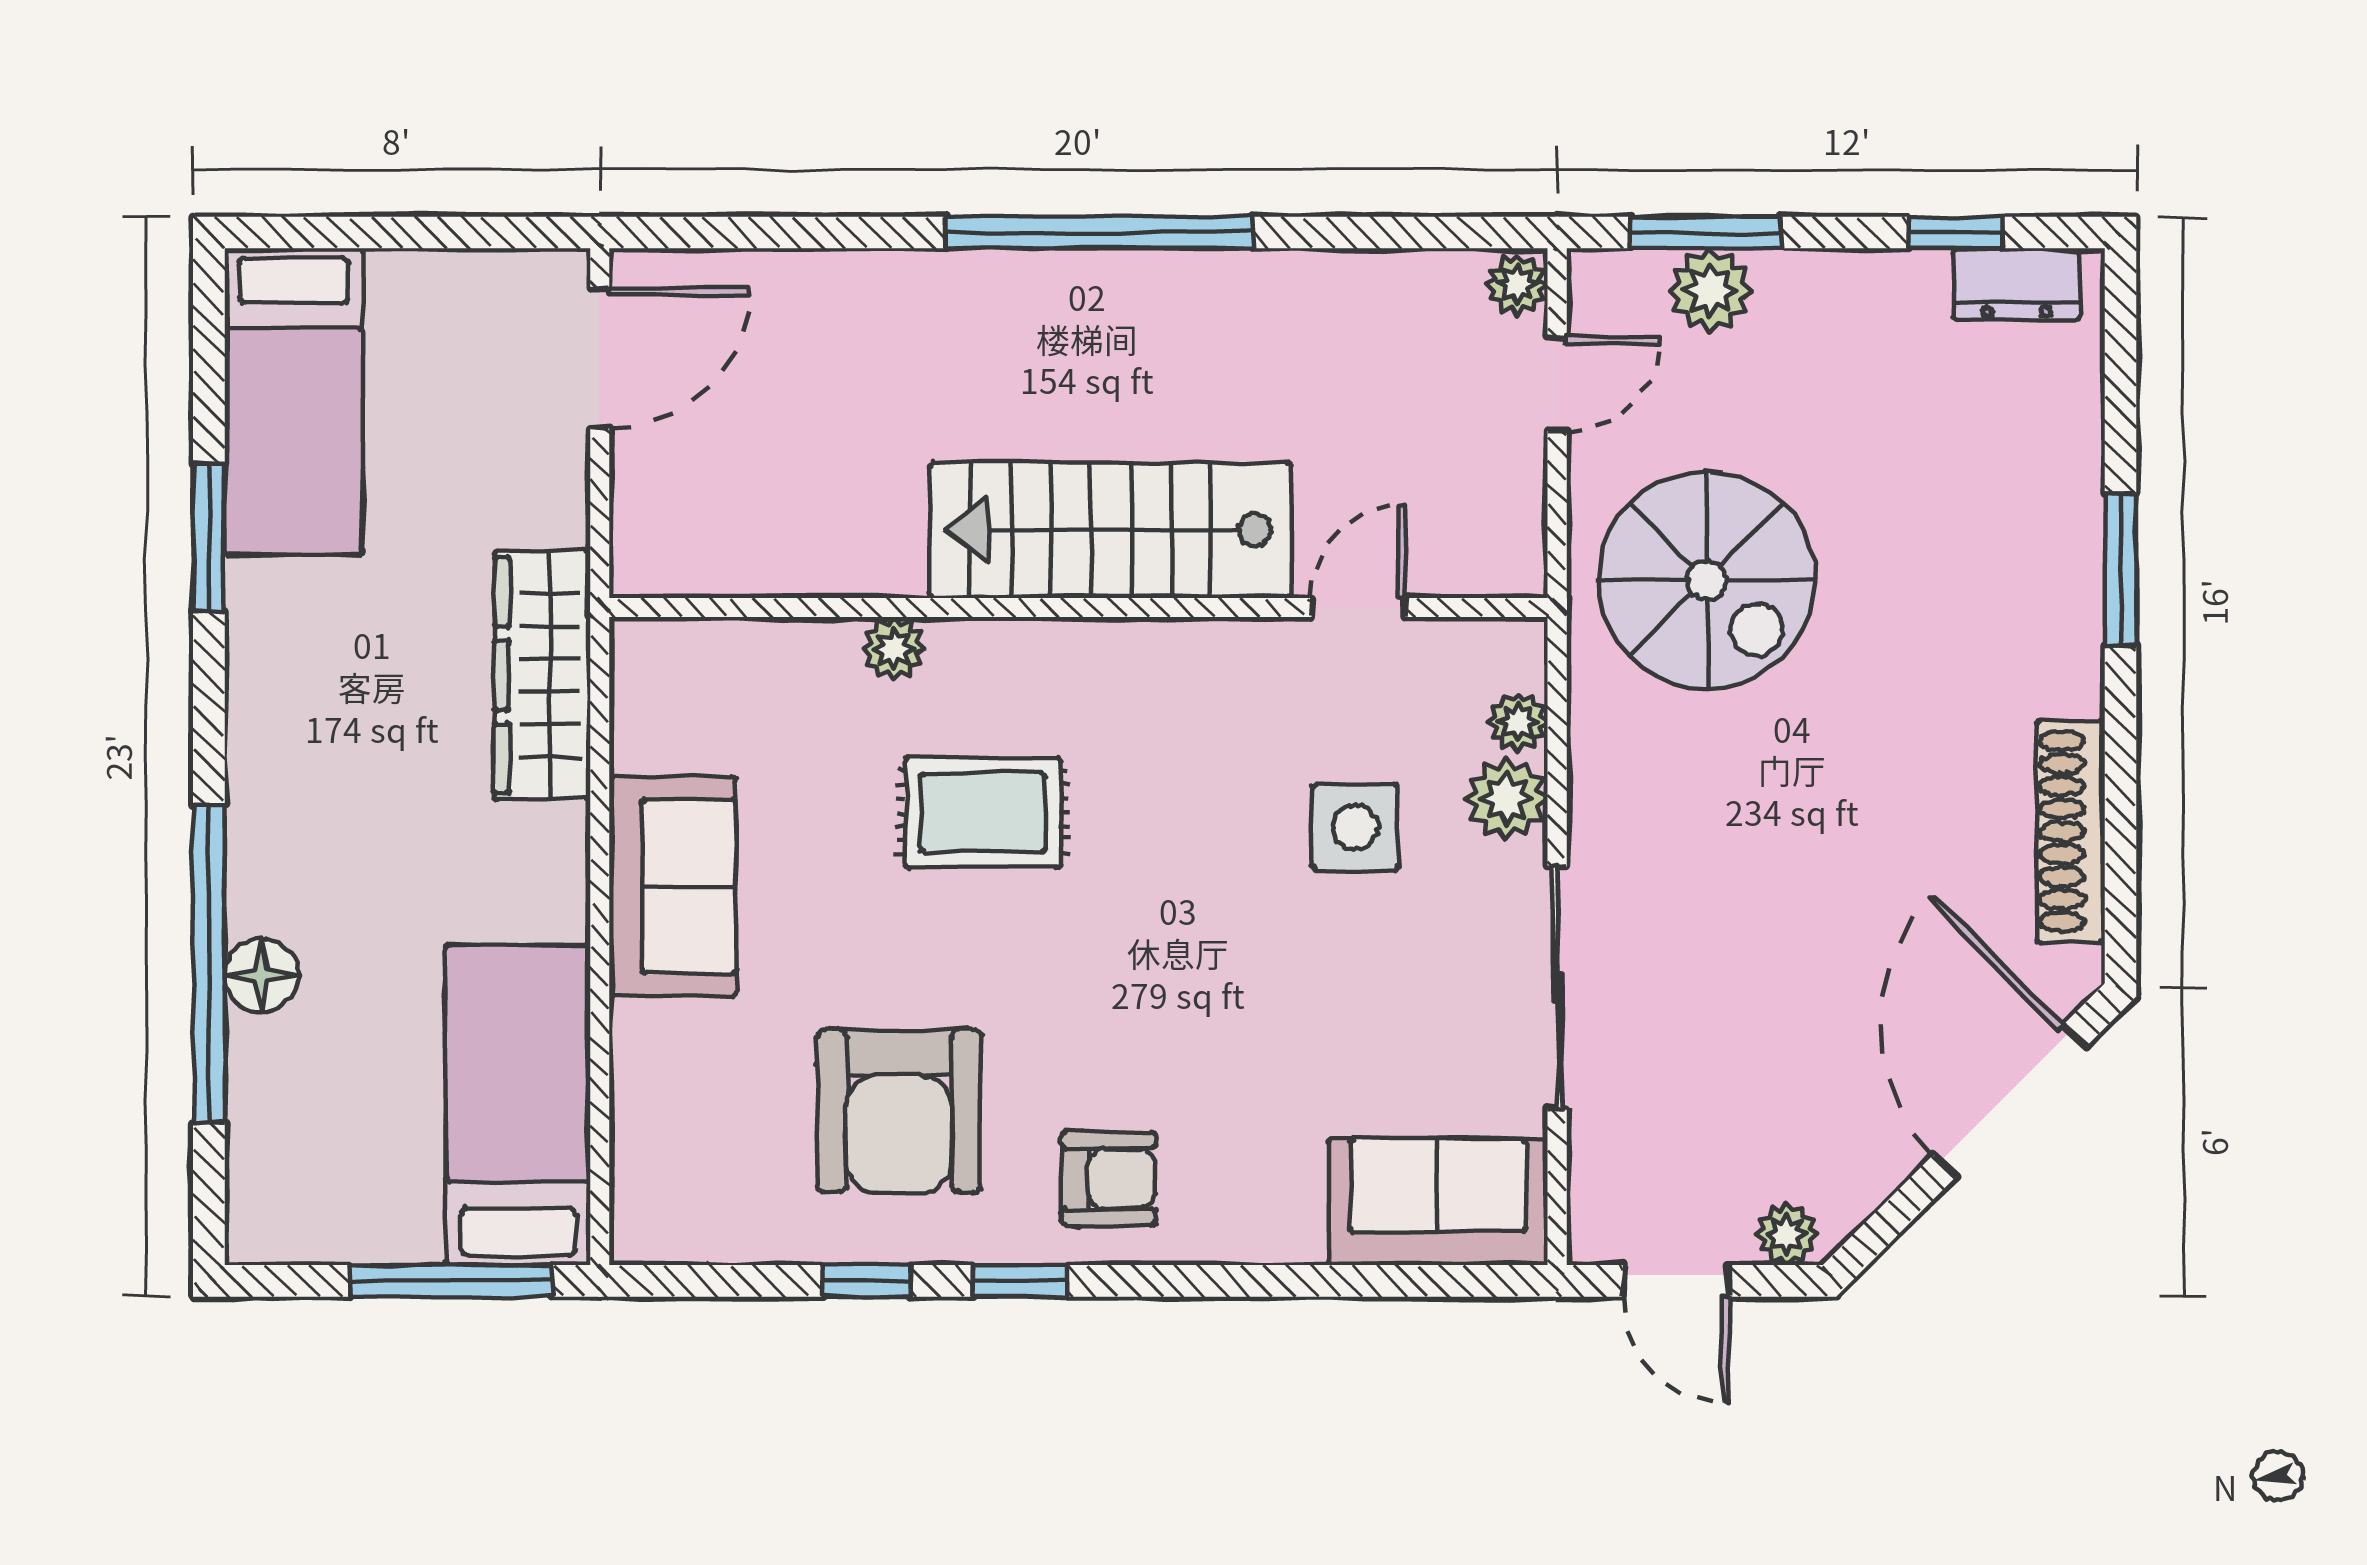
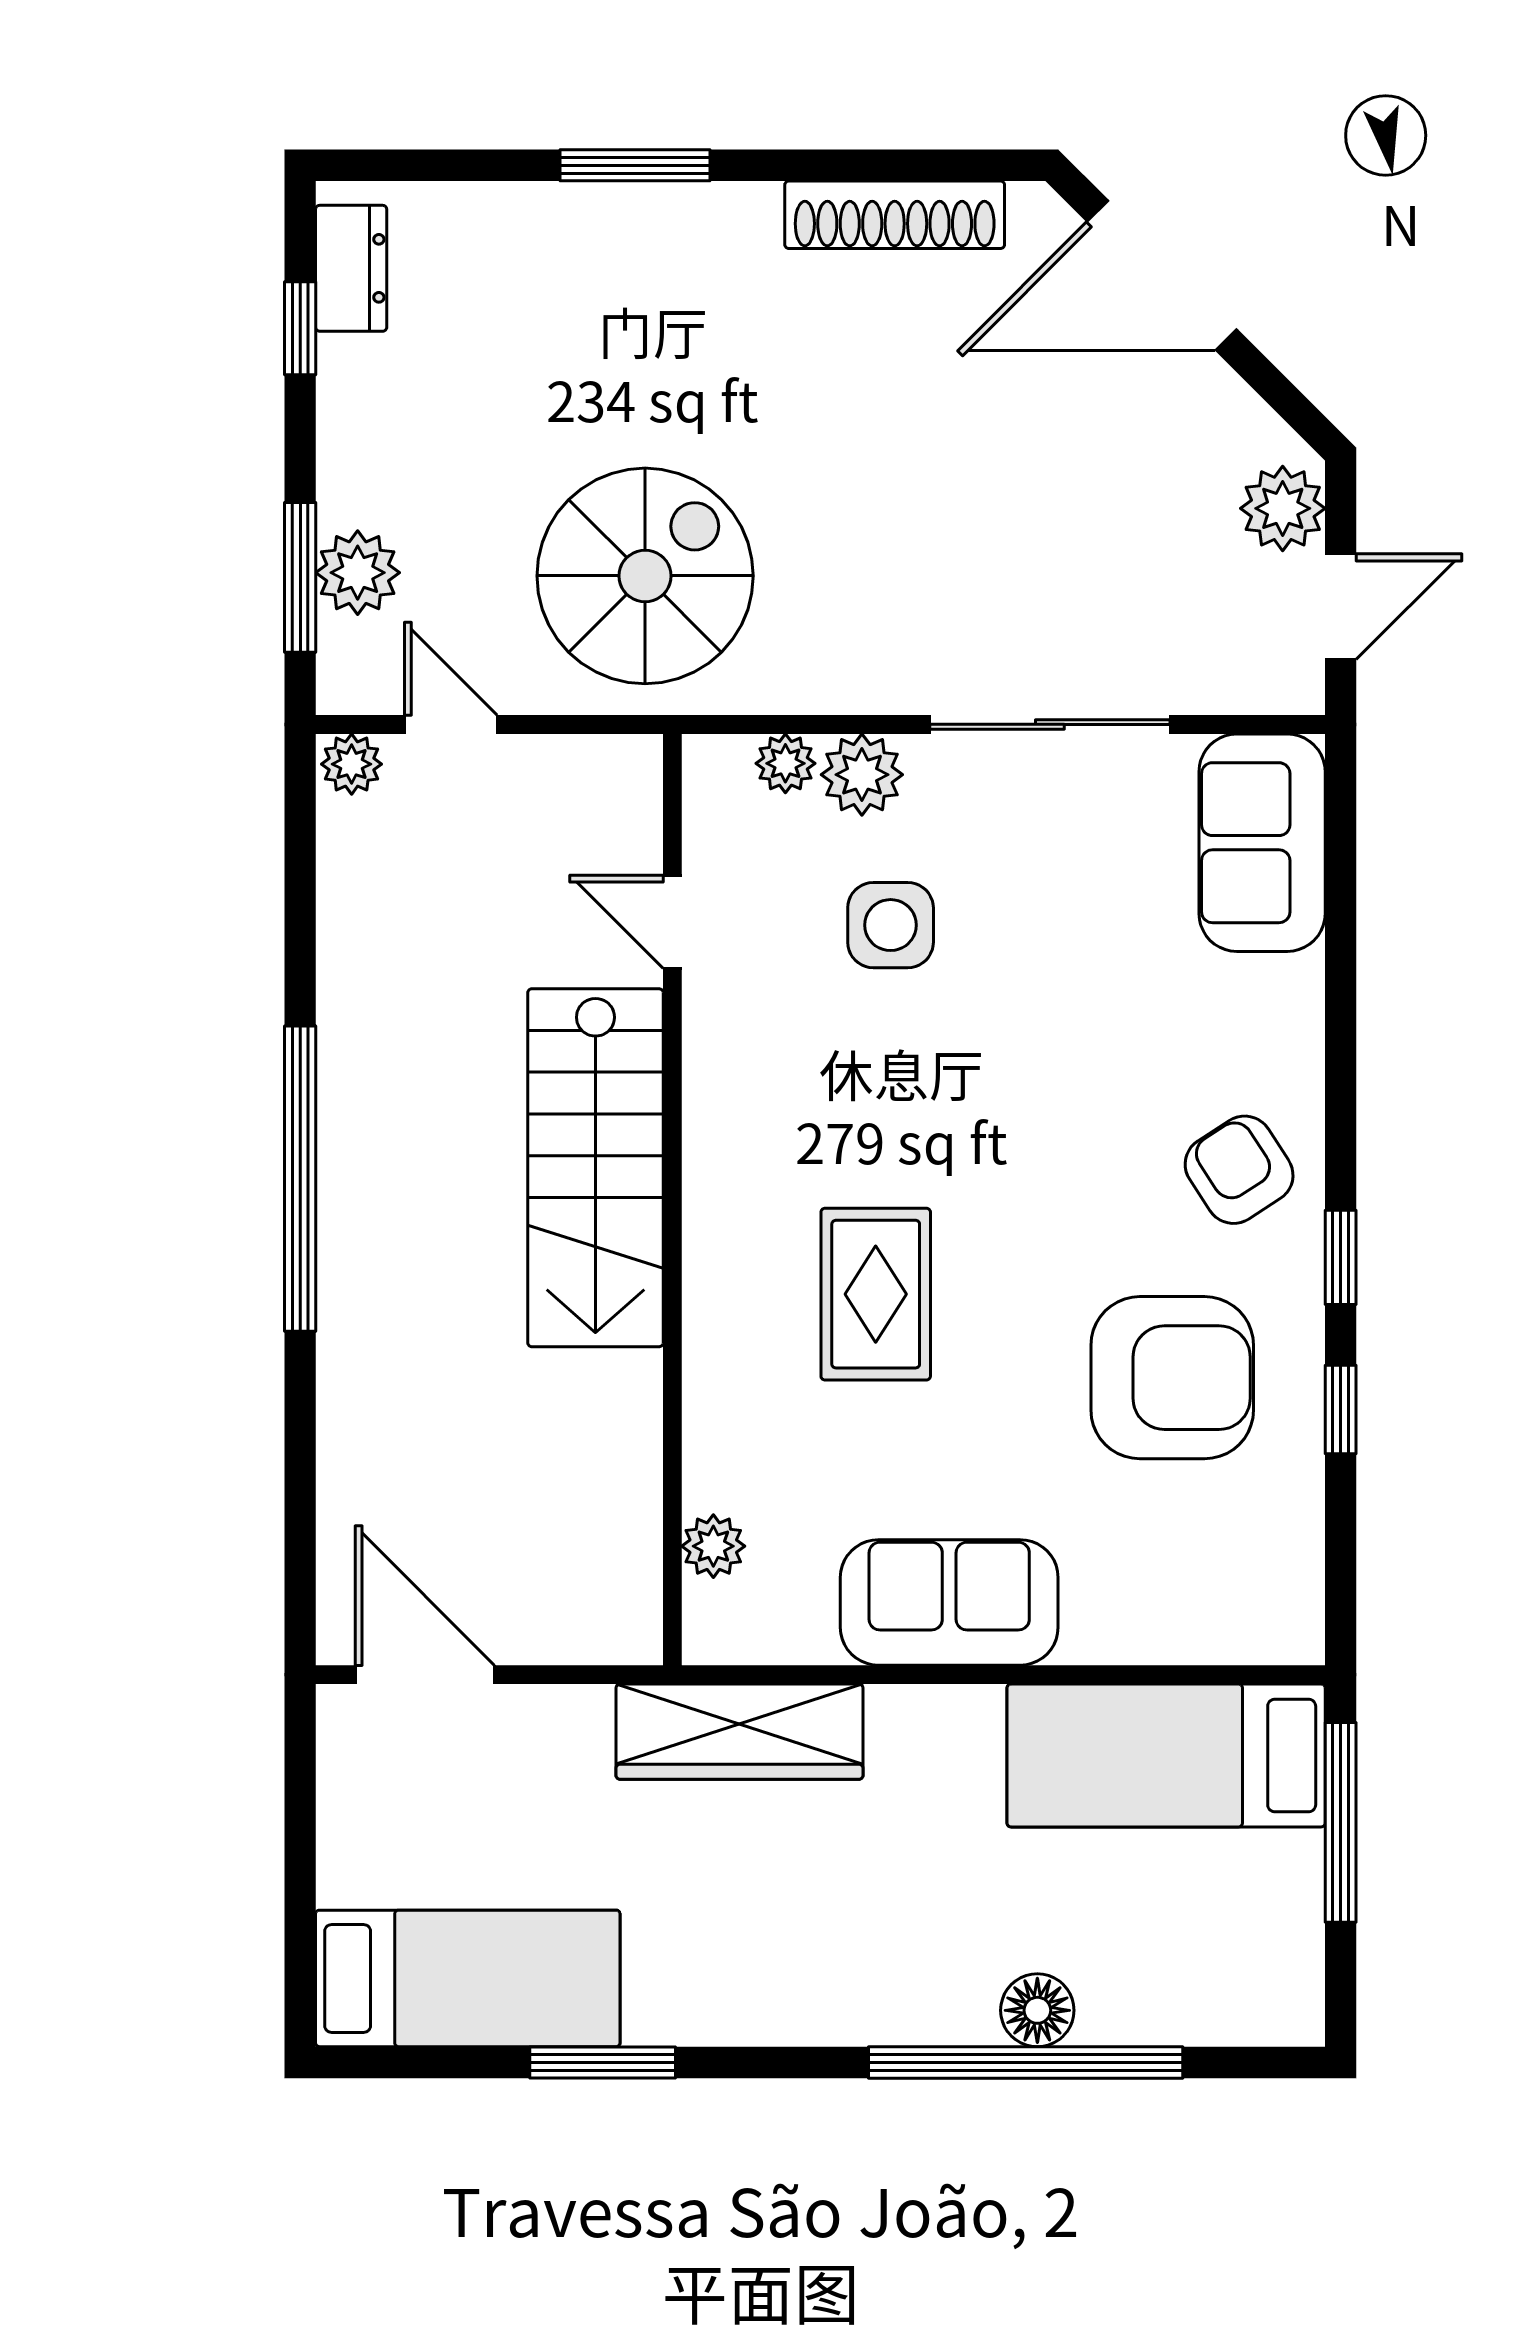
plant: (894, 649) -> (713, 1546), moved
armchair: (1108, 1179) -> (1239, 1170), turned -33
plant: (1786, 1234) -> (1283, 508), width x1.38, depth x1.38

